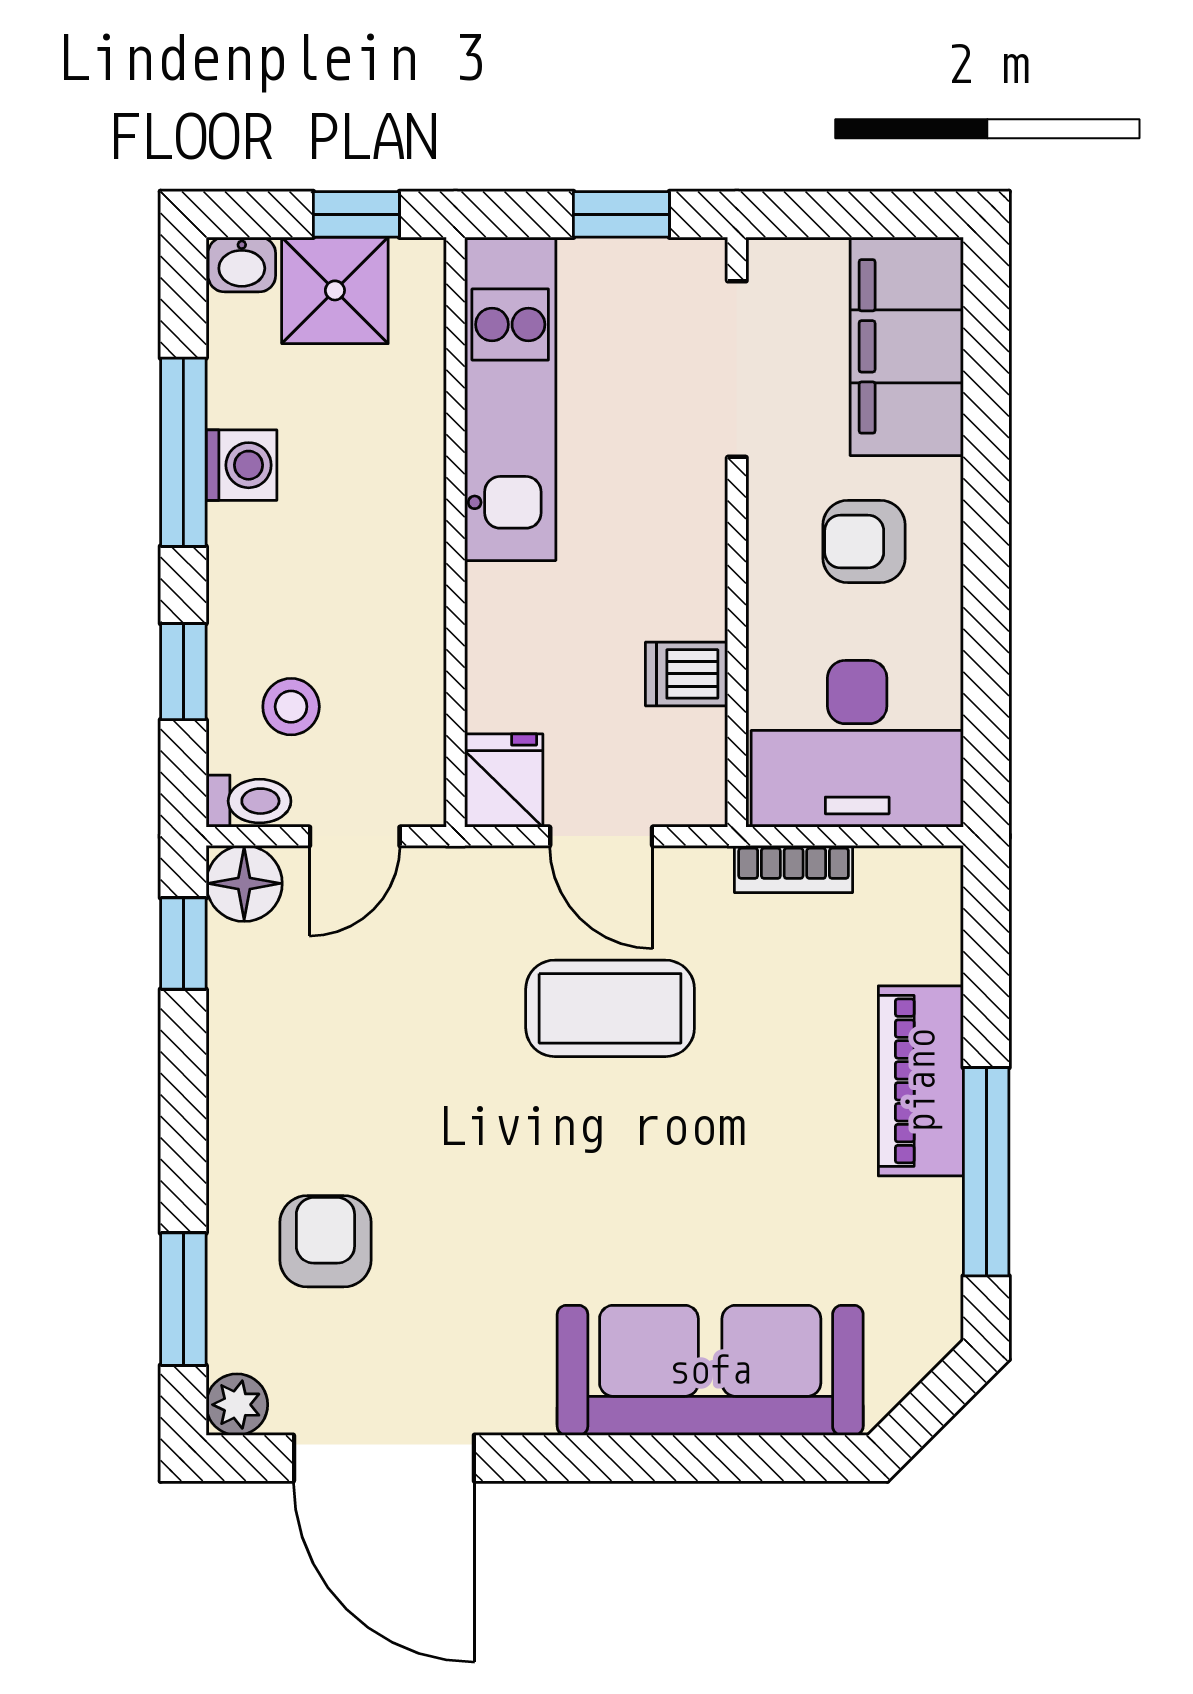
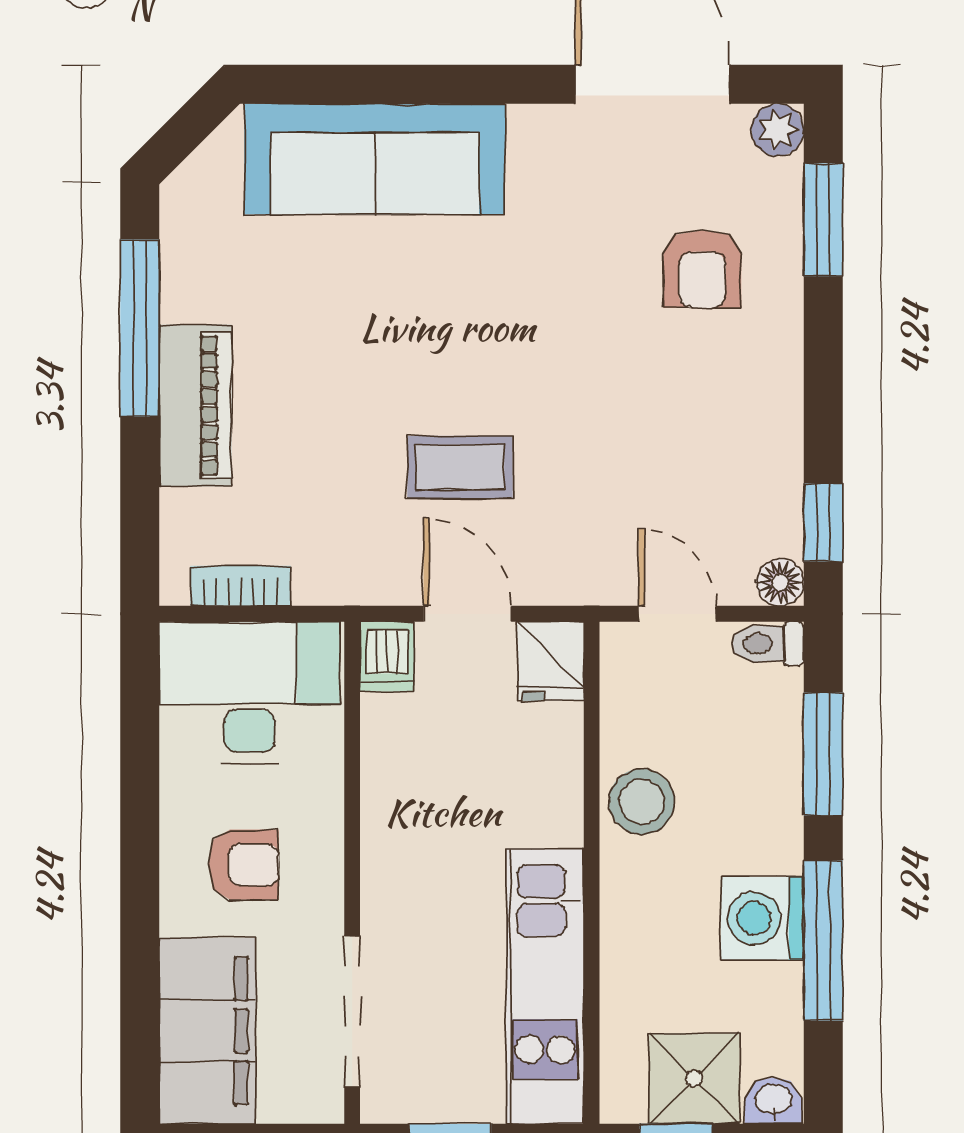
washing machine: (241, 465) -> (762, 918), width x1.38, depth x1.38
window: (183, 672) -> (823, 754), width x1.50
dishwasher: (687, 674) -> (387, 657), moved, turned 90
stool: (291, 707) -> (642, 802), moved, width x1.37, depth x1.37
door: (355, 836) -> (677, 614), hinge flipped
bookcase: (794, 869) -> (241, 586), moved
floor lamp: (244, 883) -> (780, 582), width x0.73, depth x0.73
coffee table: (610, 1008) -> (460, 467), width x0.73, depth x0.77

